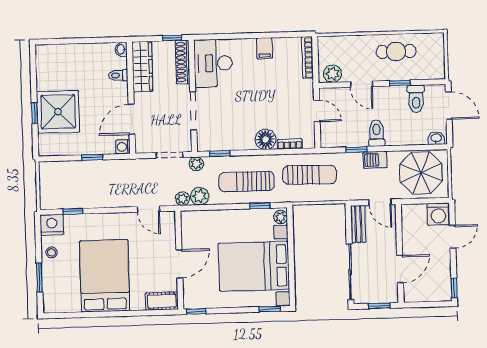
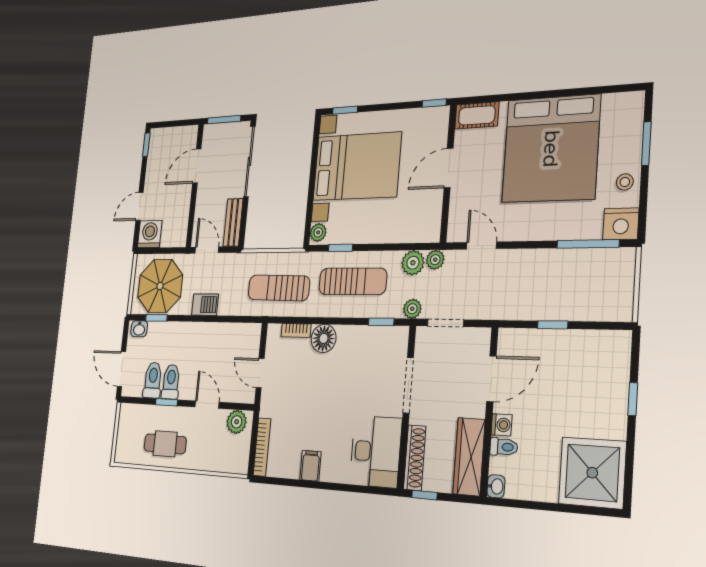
shower: (58, 112) -> (592, 473), moved
toilet: (377, 133) -> (171, 382), moved, turned 180
washing machine: (123, 147) -> (502, 425), moved
window: (356, 149) -> (156, 318), moved
window: (73, 211) -> (588, 244), width x2.17
bed: (105, 276) -> (551, 149), width x1.36
window: (379, 306) -> (224, 120), width x1.50

